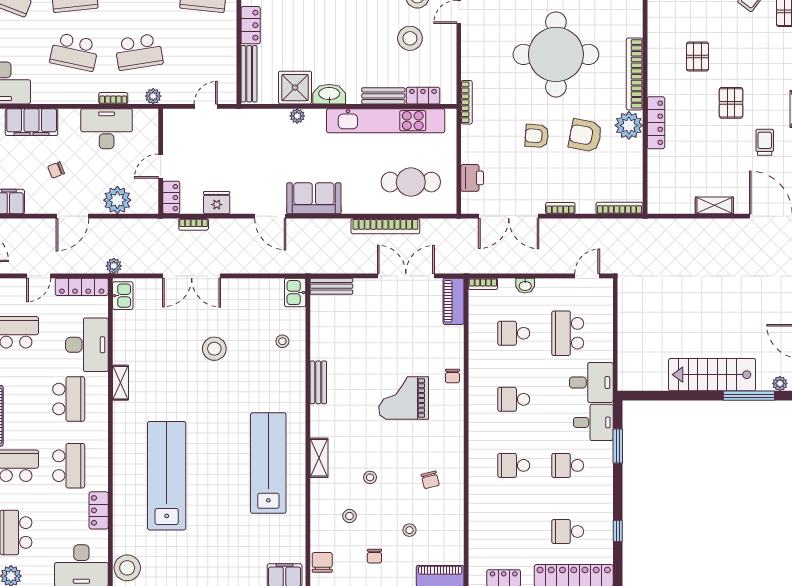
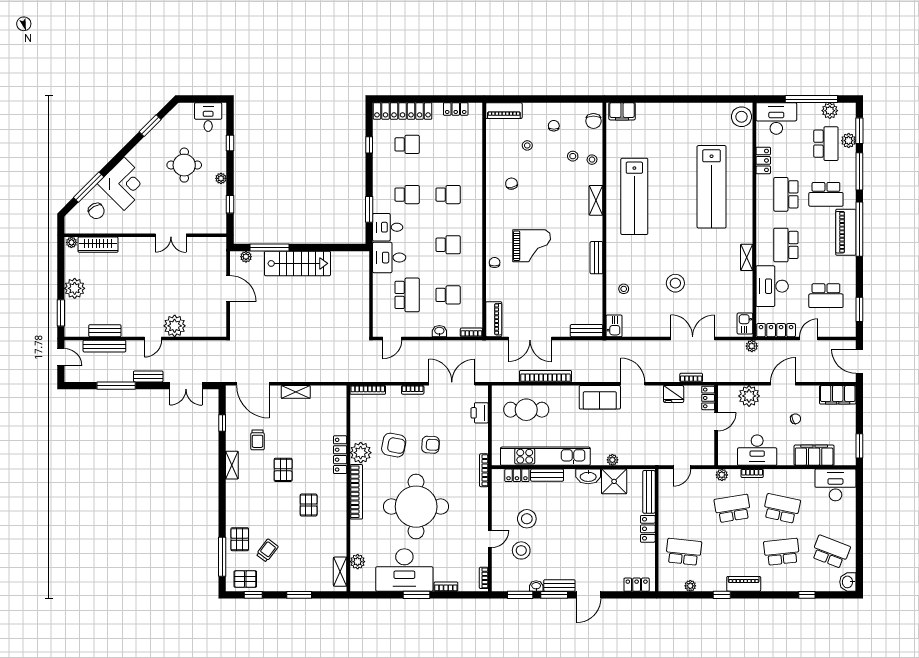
stool: (370, 477) -> (592, 160), moved

